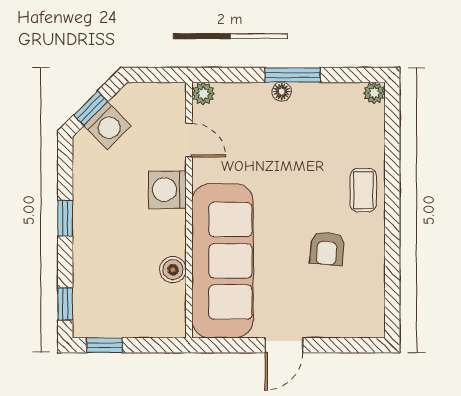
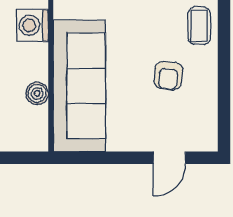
door: (284, 345) -> (169, 158), moved

